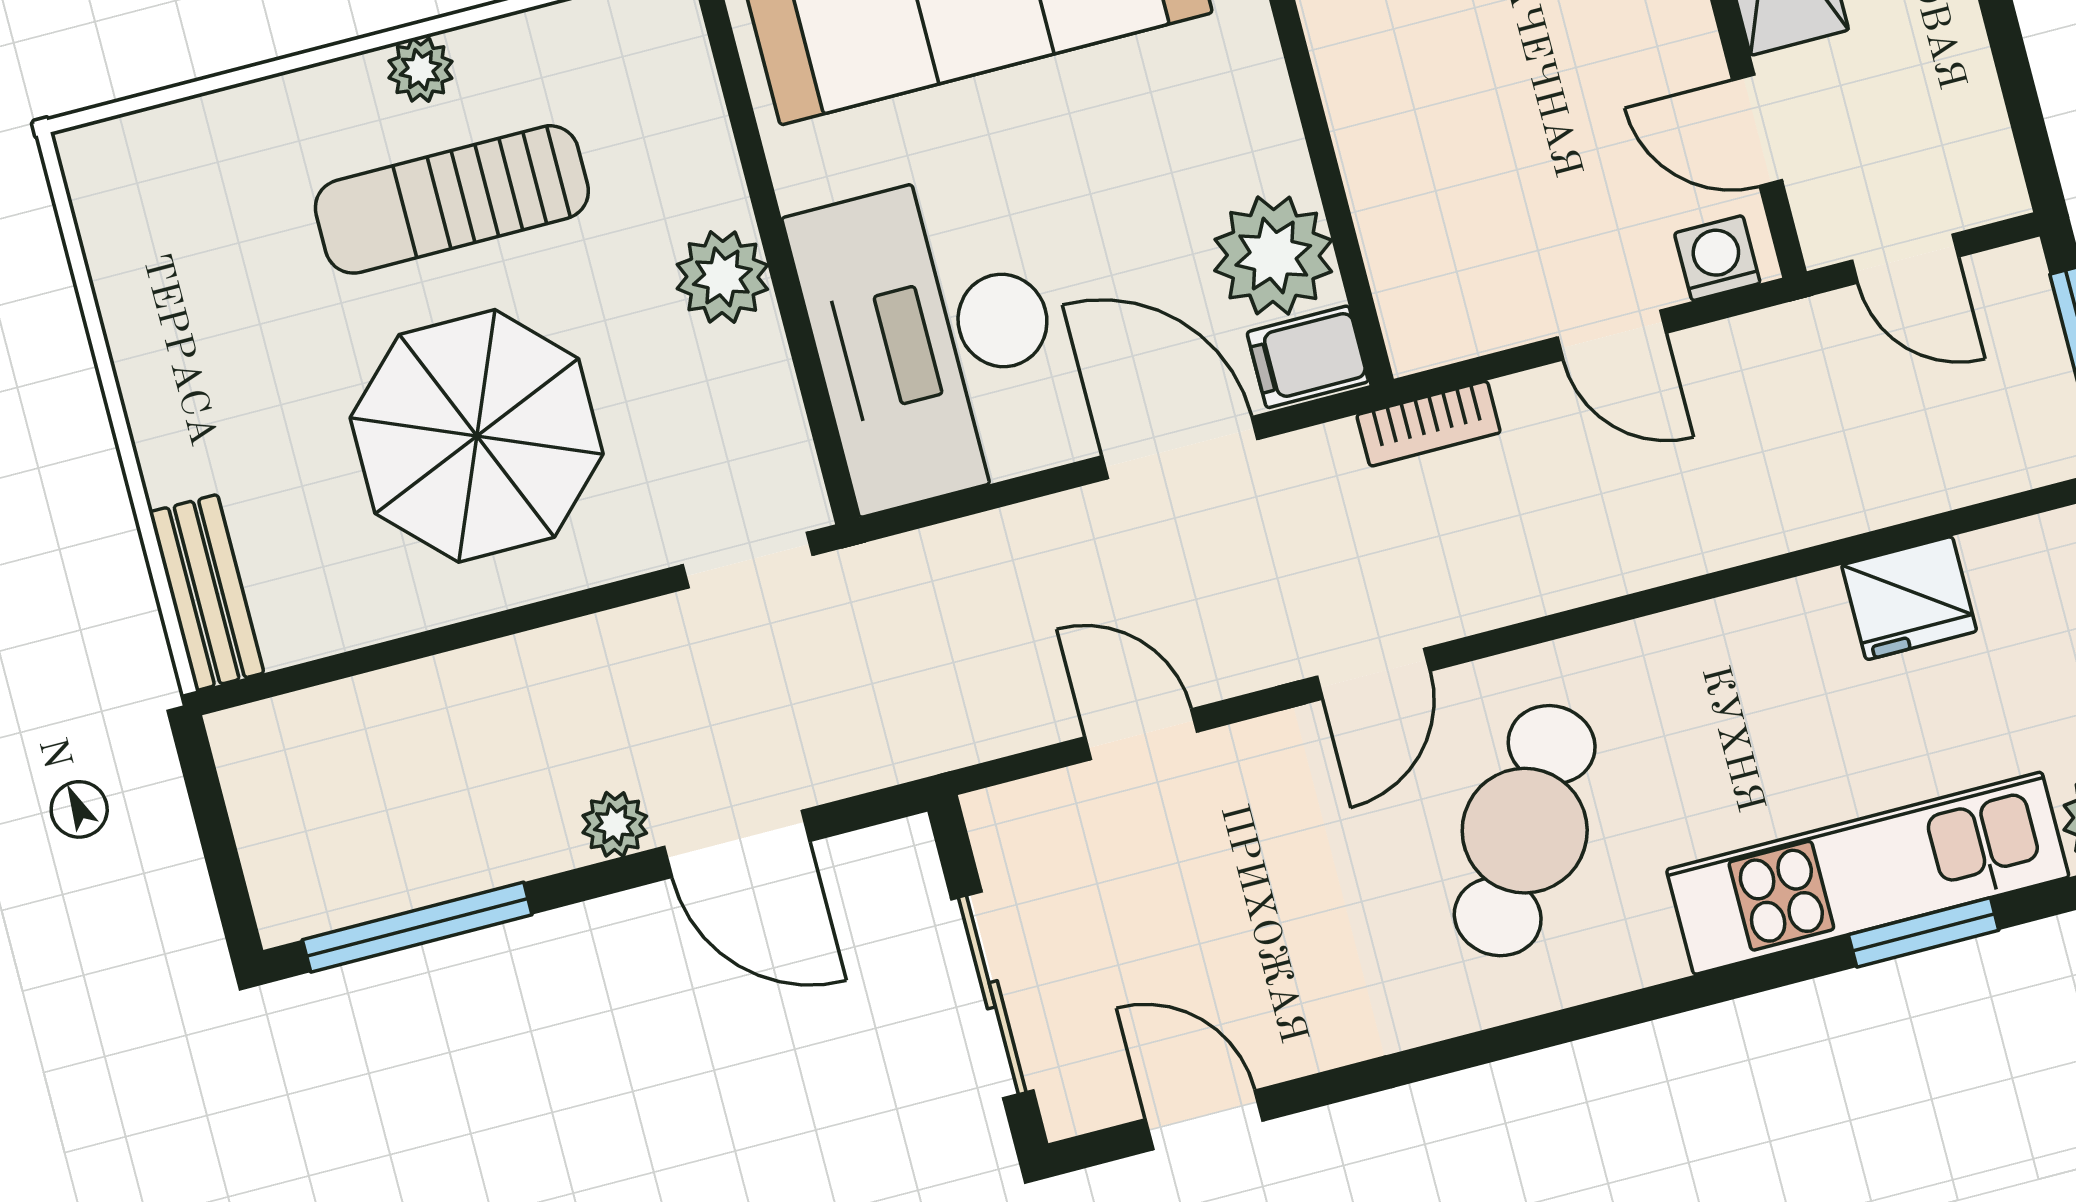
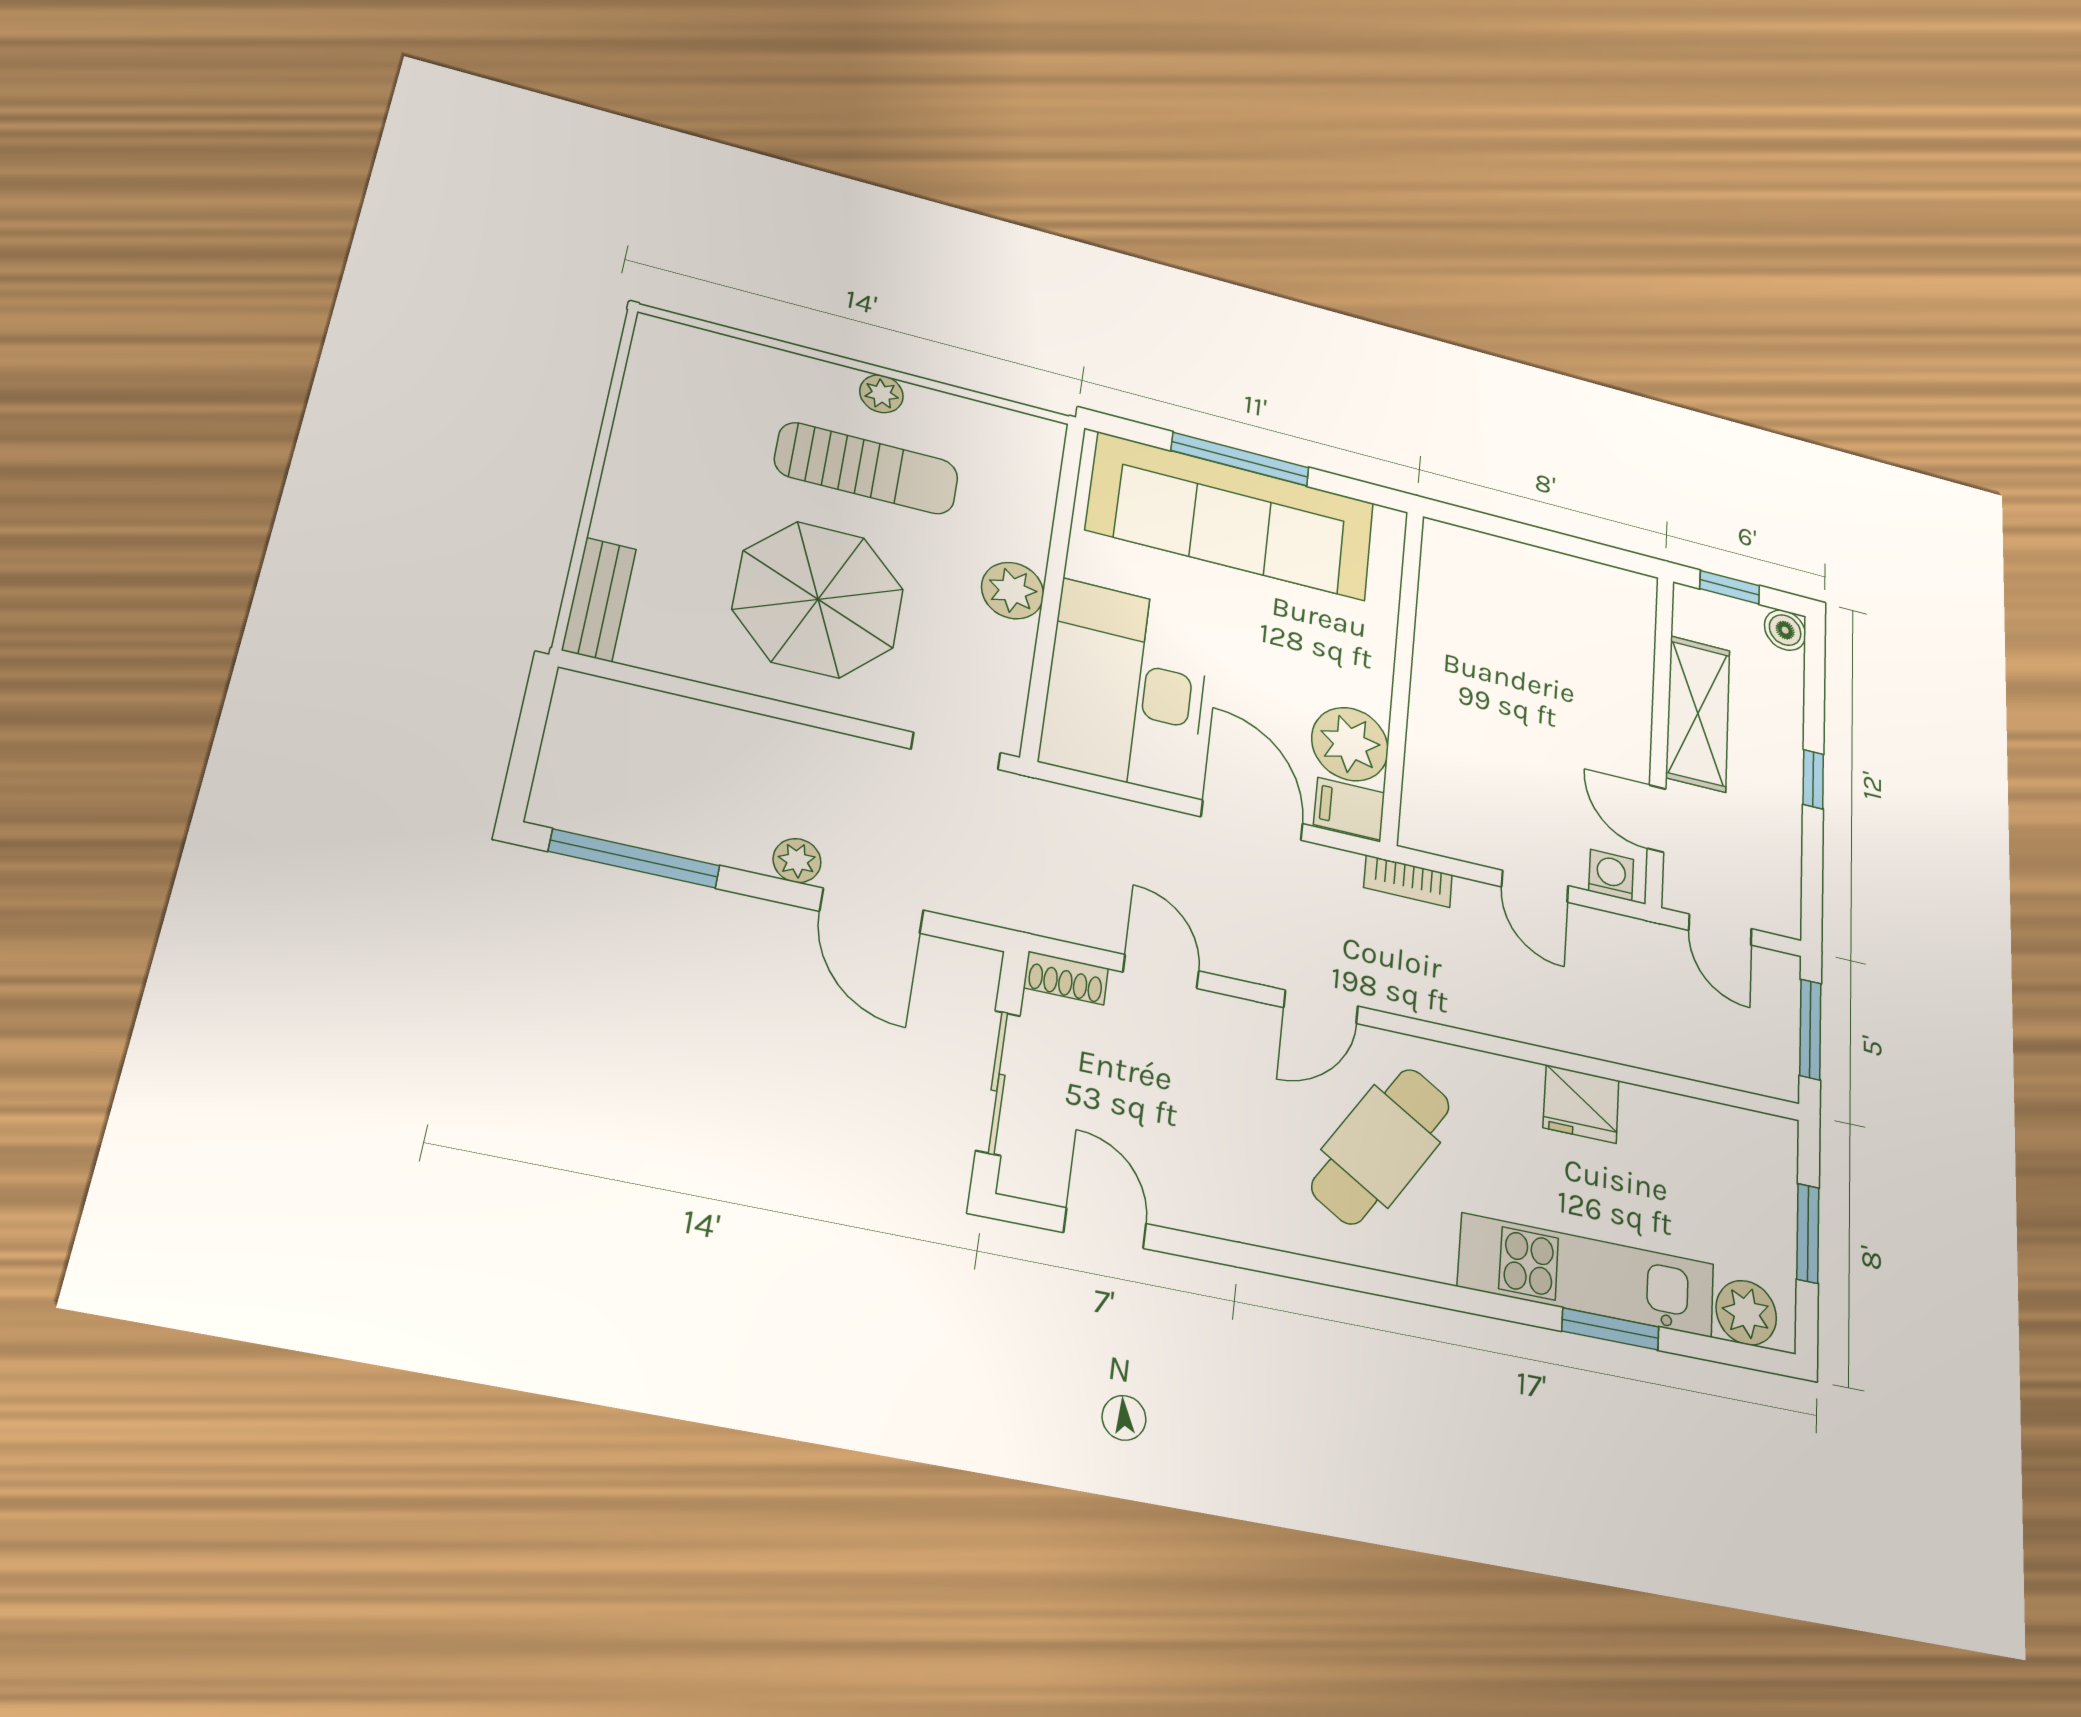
sun lounger: (452, 199) -> (867, 468), turned 180
fridge: (1909, 598) -> (1581, 1104), moved
shoe rack: (1021, 808) -> (1066, 978), added

